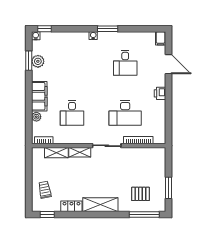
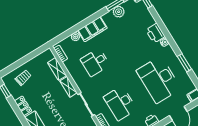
window: (108, 29) -> (184, 63), moved
printer: (79, 39) -> (155, 33), added
desk: (125, 63) -> (159, 80), width x1.87, depth x1.30

